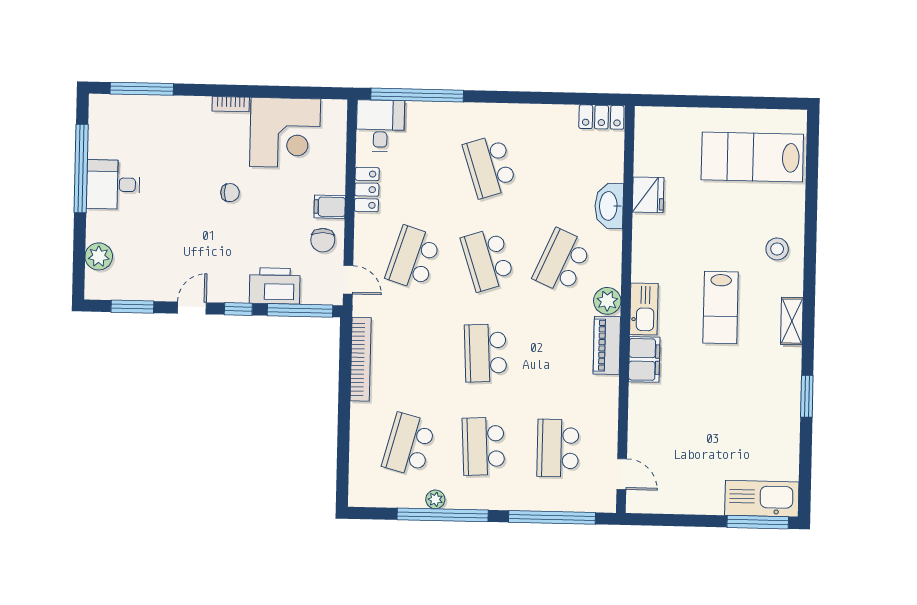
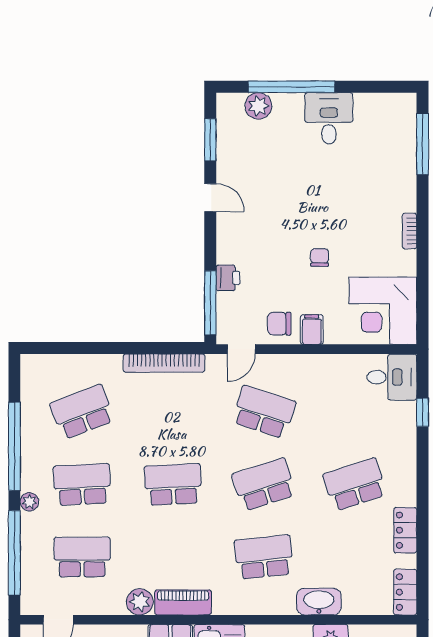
window: (417, 95) -> (423, 412), width x0.32
corner desk: (285, 133) -> (383, 311), moved
window: (81, 168) -> (291, 87), moved
locker: (367, 190) -> (405, 530), moved, turned 90
chair: (230, 193) -> (320, 258), moved, turned 180
school desk: (562, 261) -> (264, 557), turned -30
printer: (275, 286) -> (228, 278), width x0.53, depth x0.68
plant: (607, 301) -> (140, 602), moved
window: (238, 309) -> (210, 243), removed
school desk: (409, 445) -> (82, 412), turned -36
plant: (435, 499) -> (29, 502), moved

